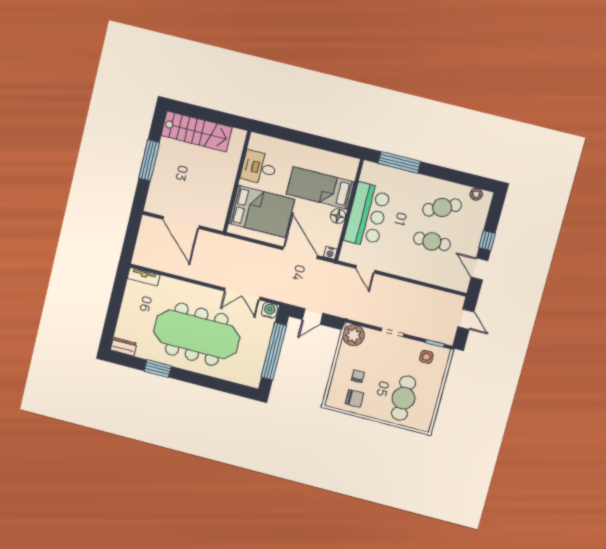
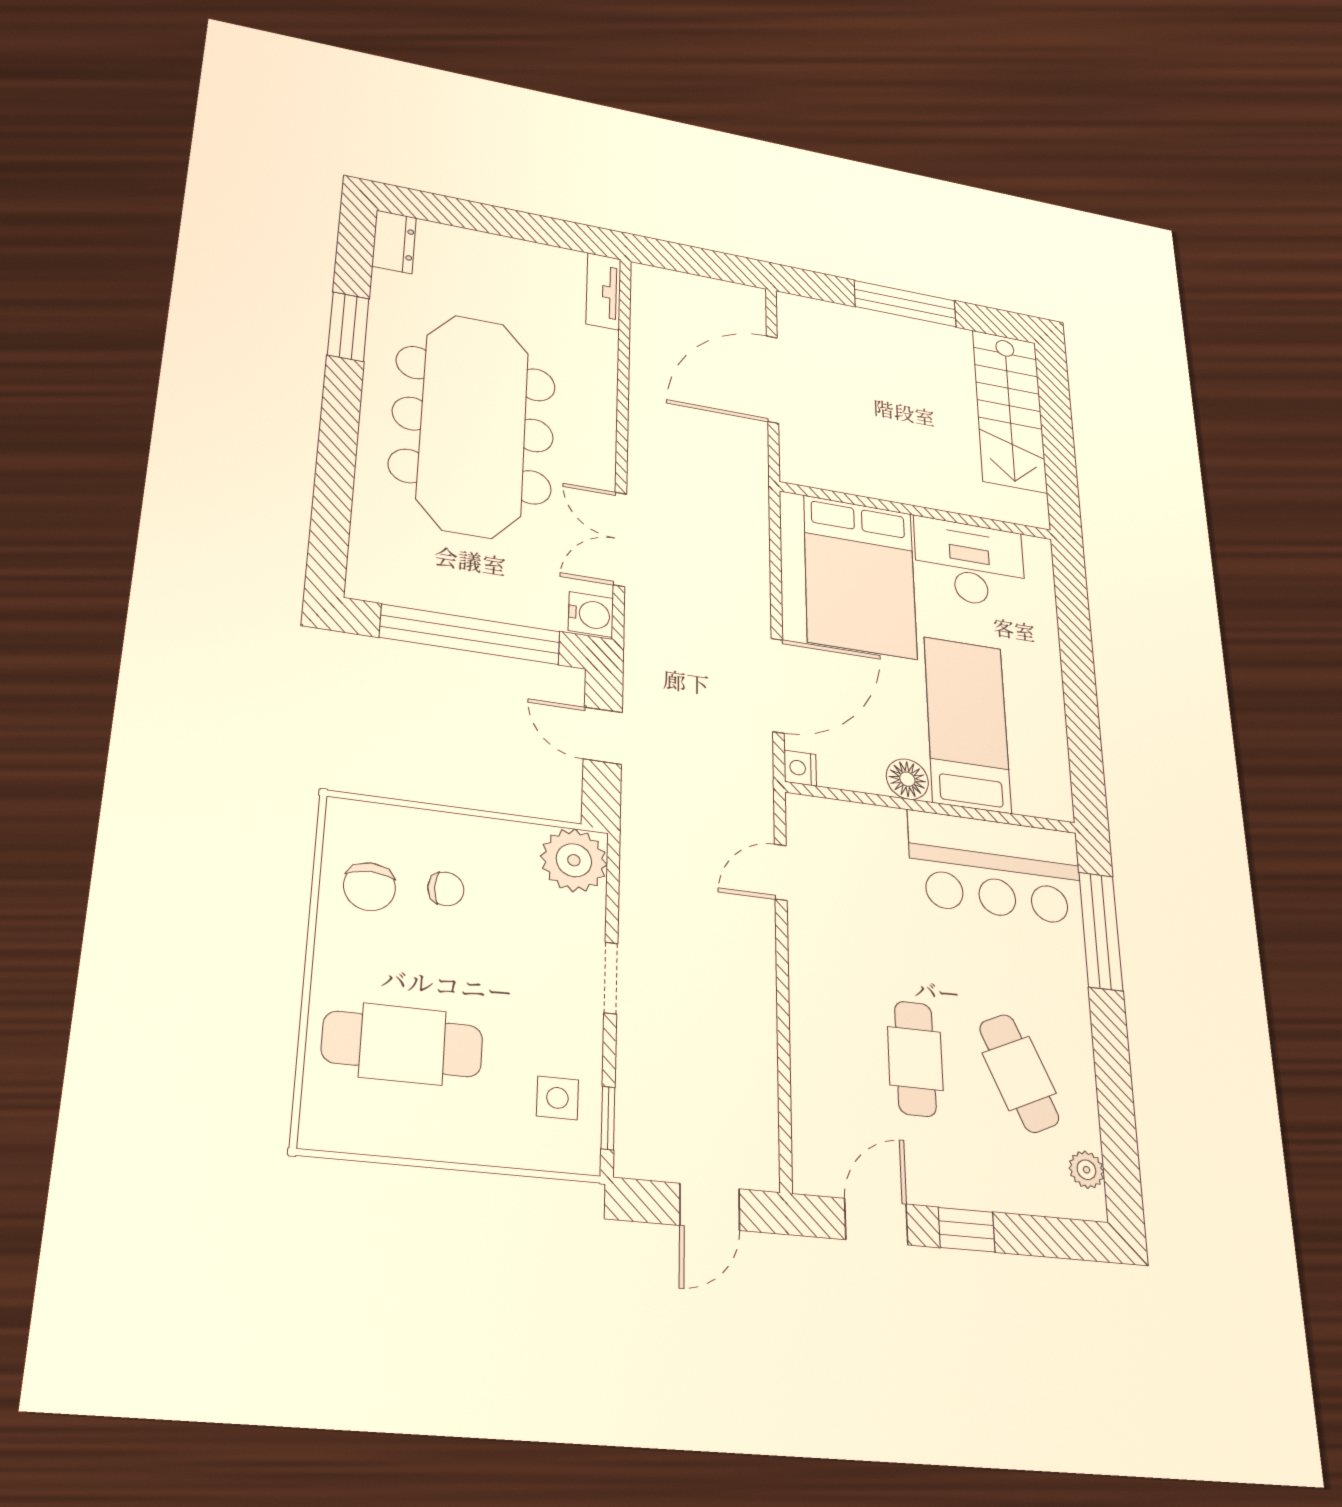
desk: (259, 168) -> (970, 563), width x1.37
bar counter: (367, 215) -> (995, 868), moved

